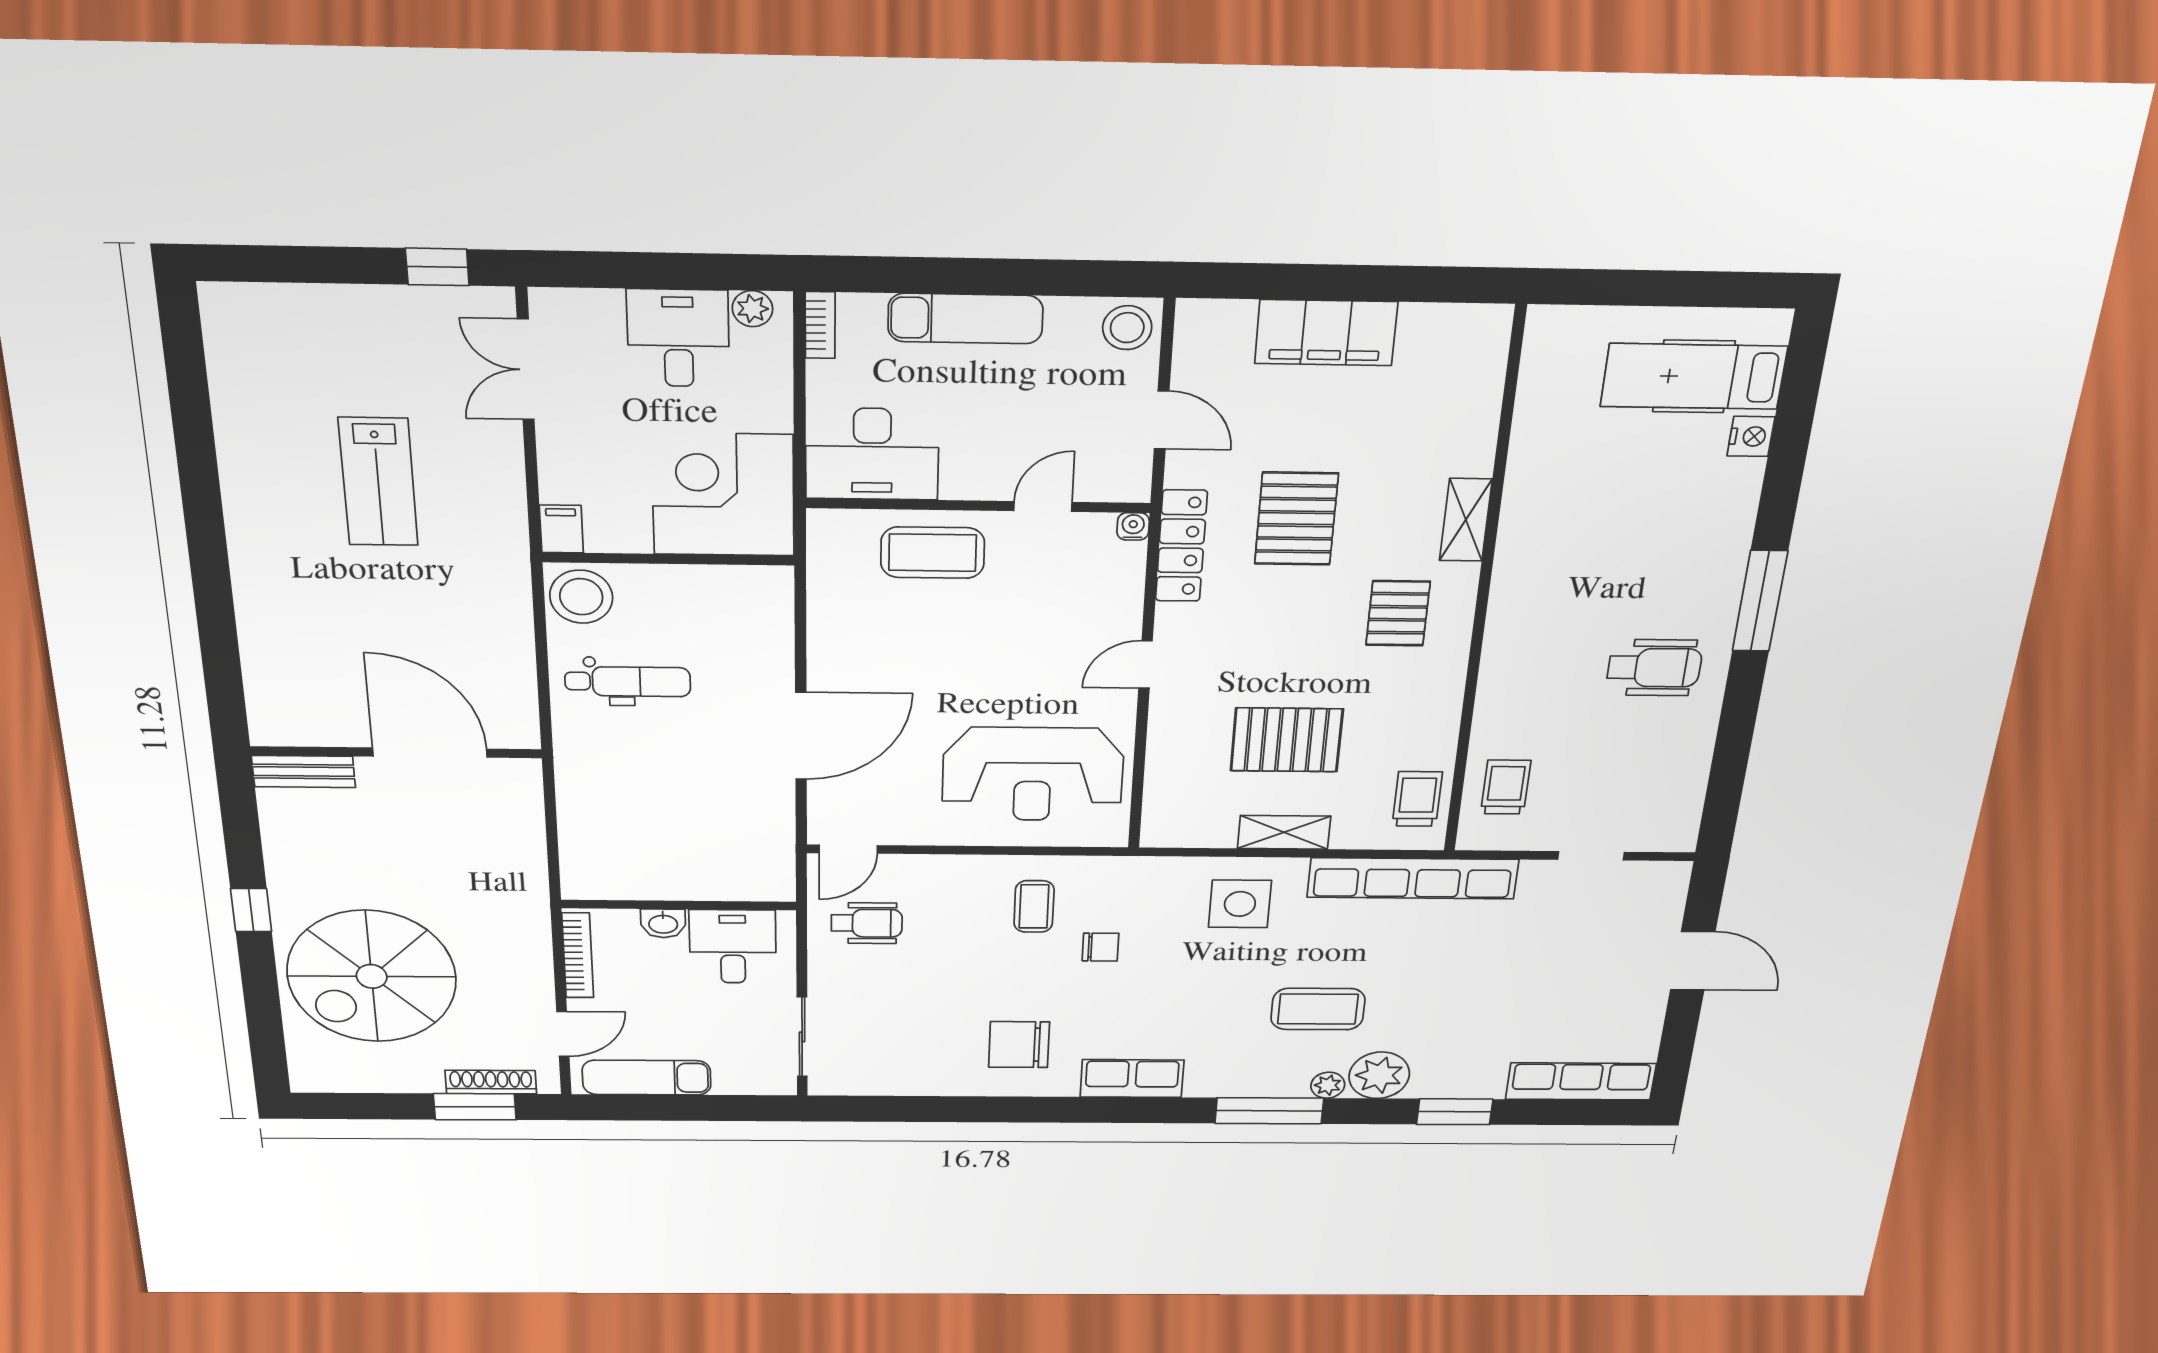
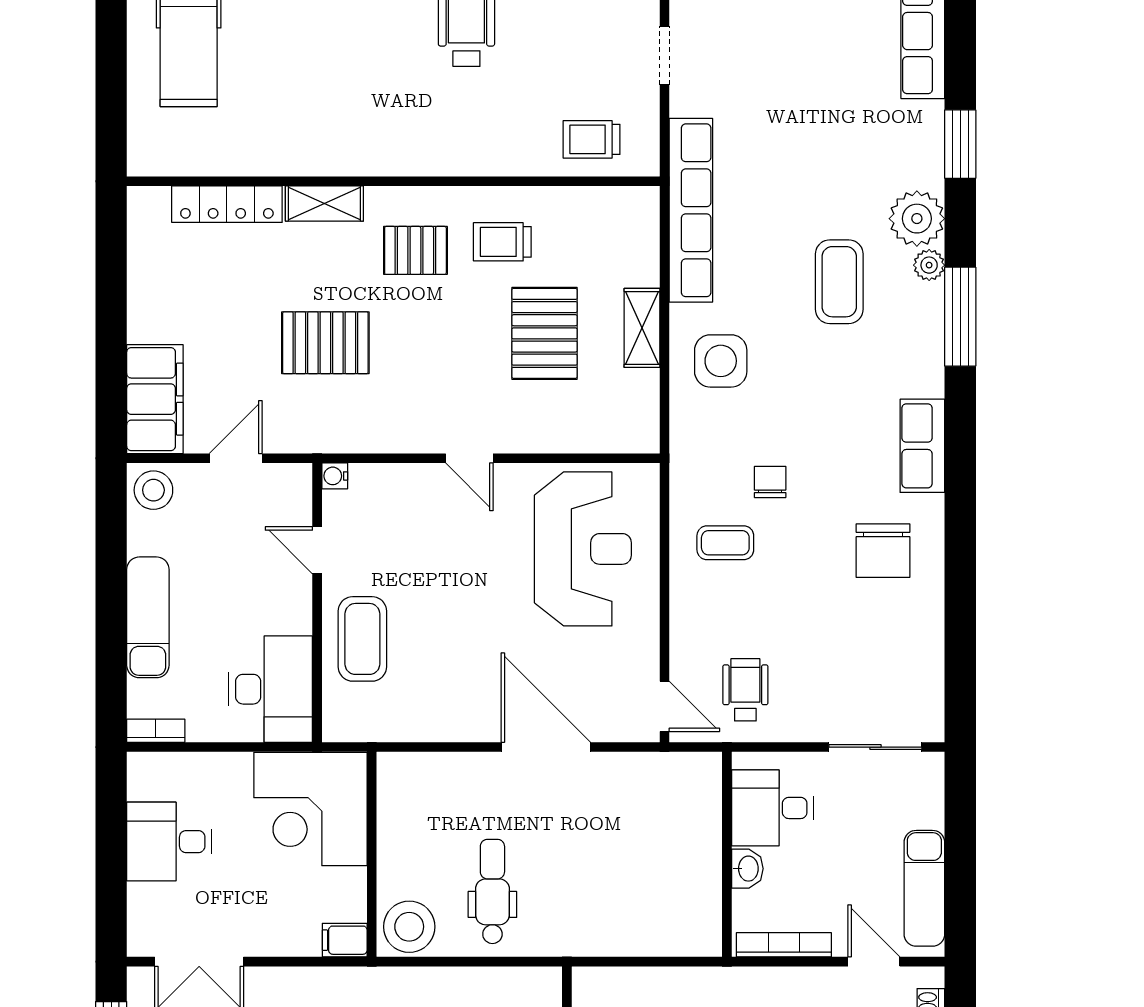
plant: (752, 309) -> (142, 783), removed
filing cabinet: (1326, 333) -> (155, 399), moved
locker: (1181, 546) -> (227, 204), moved, turned 180
trolley: (1417, 799) -> (502, 242), moved

